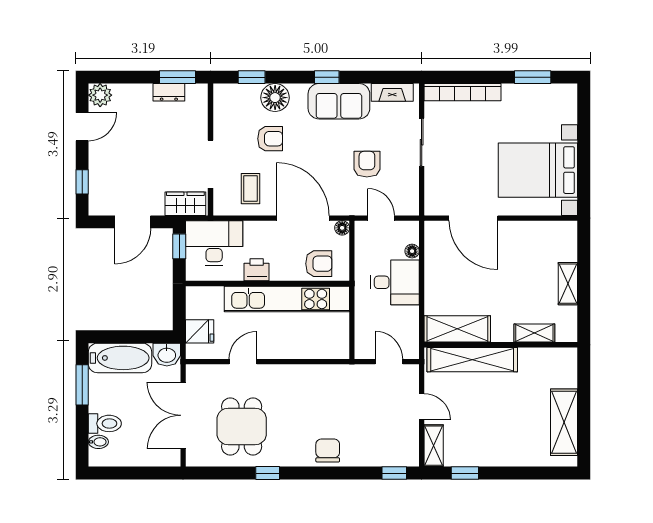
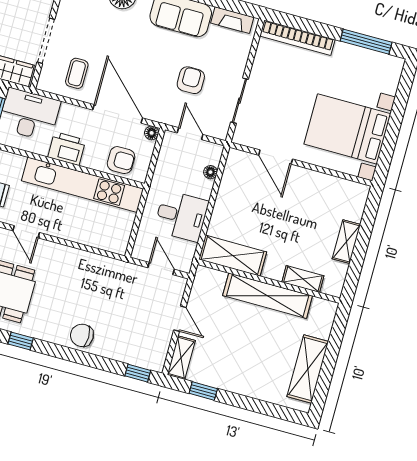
window: (533, 77) -> (366, 42), width x1.44
armchair: (270, 139) -> (108, 32), removed
sliding door: (422, 142) -> (239, 101), moved
door: (473, 218) -> (276, 157), width x0.73
printer: (257, 270) -> (67, 149), width x1.36, depth x1.24
desk: (395, 282) -> (181, 216), moved
shelving: (472, 360) -> (268, 296), moved
door: (243, 362) -> (26, 232), swing flipped
chair: (328, 450) -> (82, 335), turned -90

